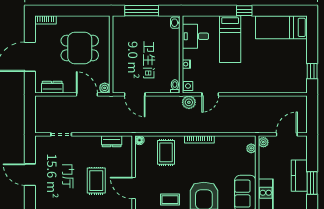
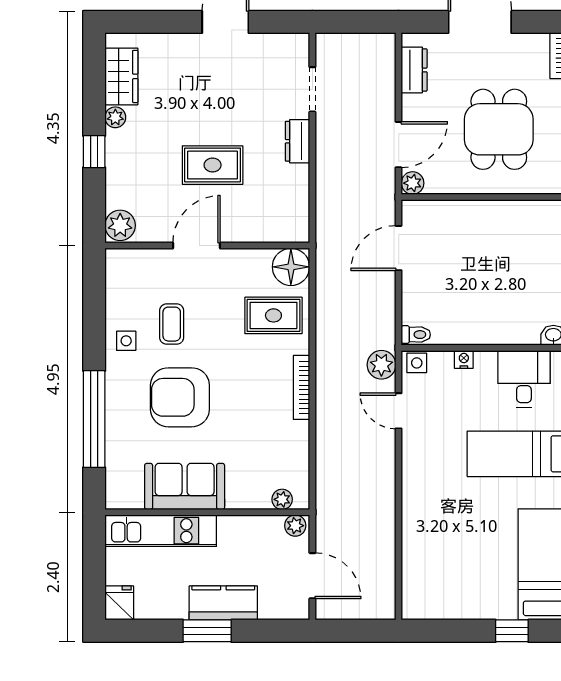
window: (312, 71) -> (512, 631), moved
floor lamp: (139, 140) -> (291, 267), width x1.89, depth x1.89
dresser: (112, 141) -> (297, 141), moved

